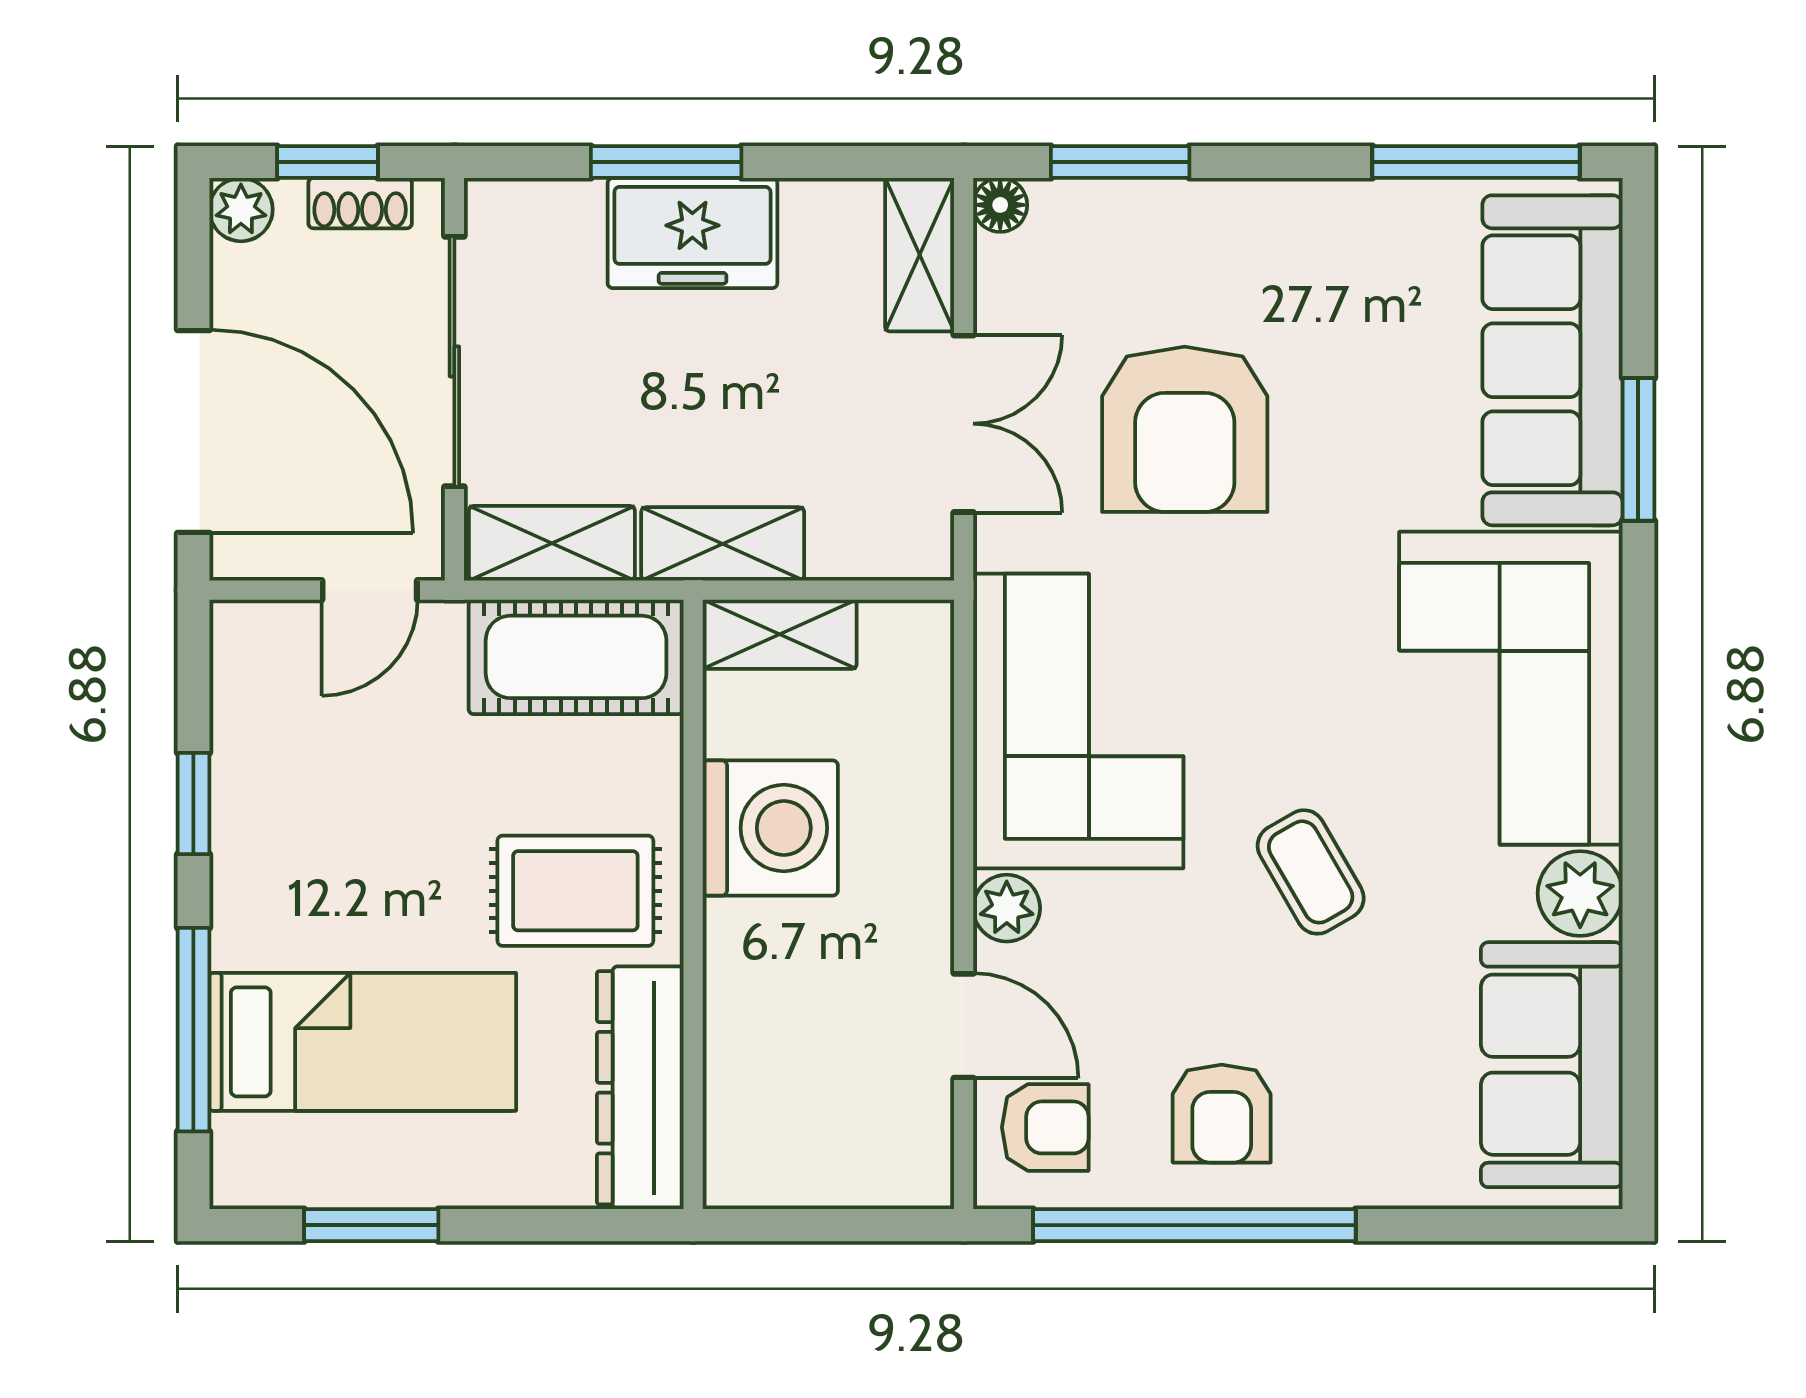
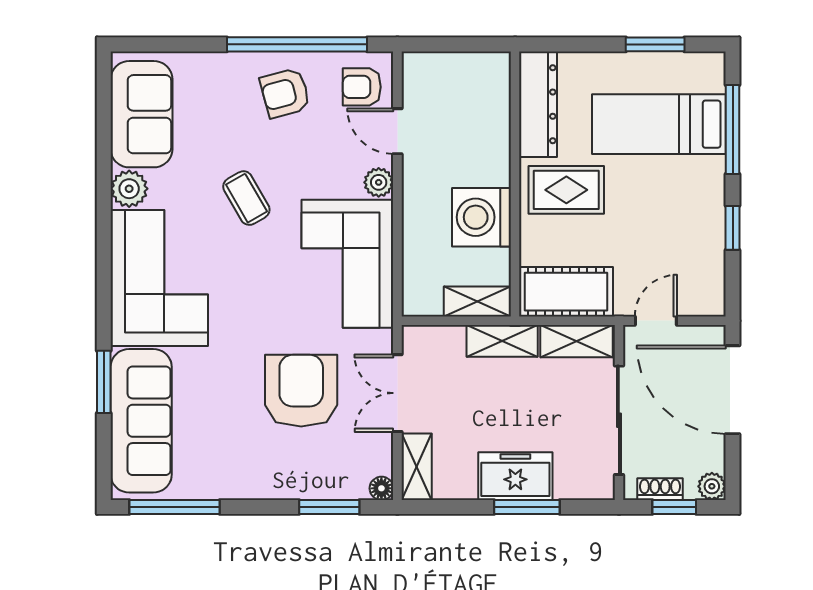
armchair: (1222, 1114) -> (285, 93), turned -105

